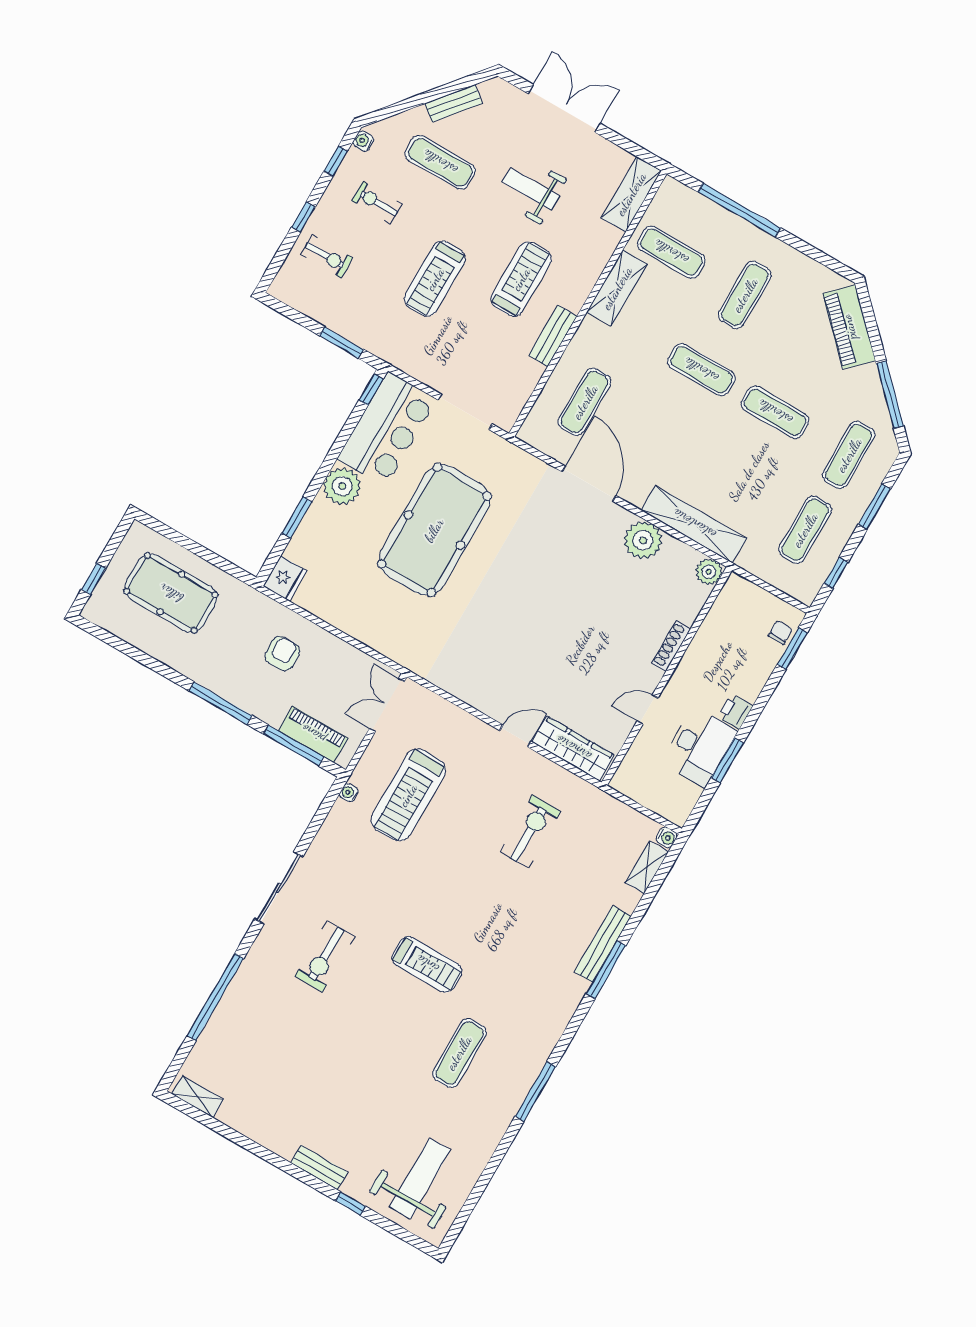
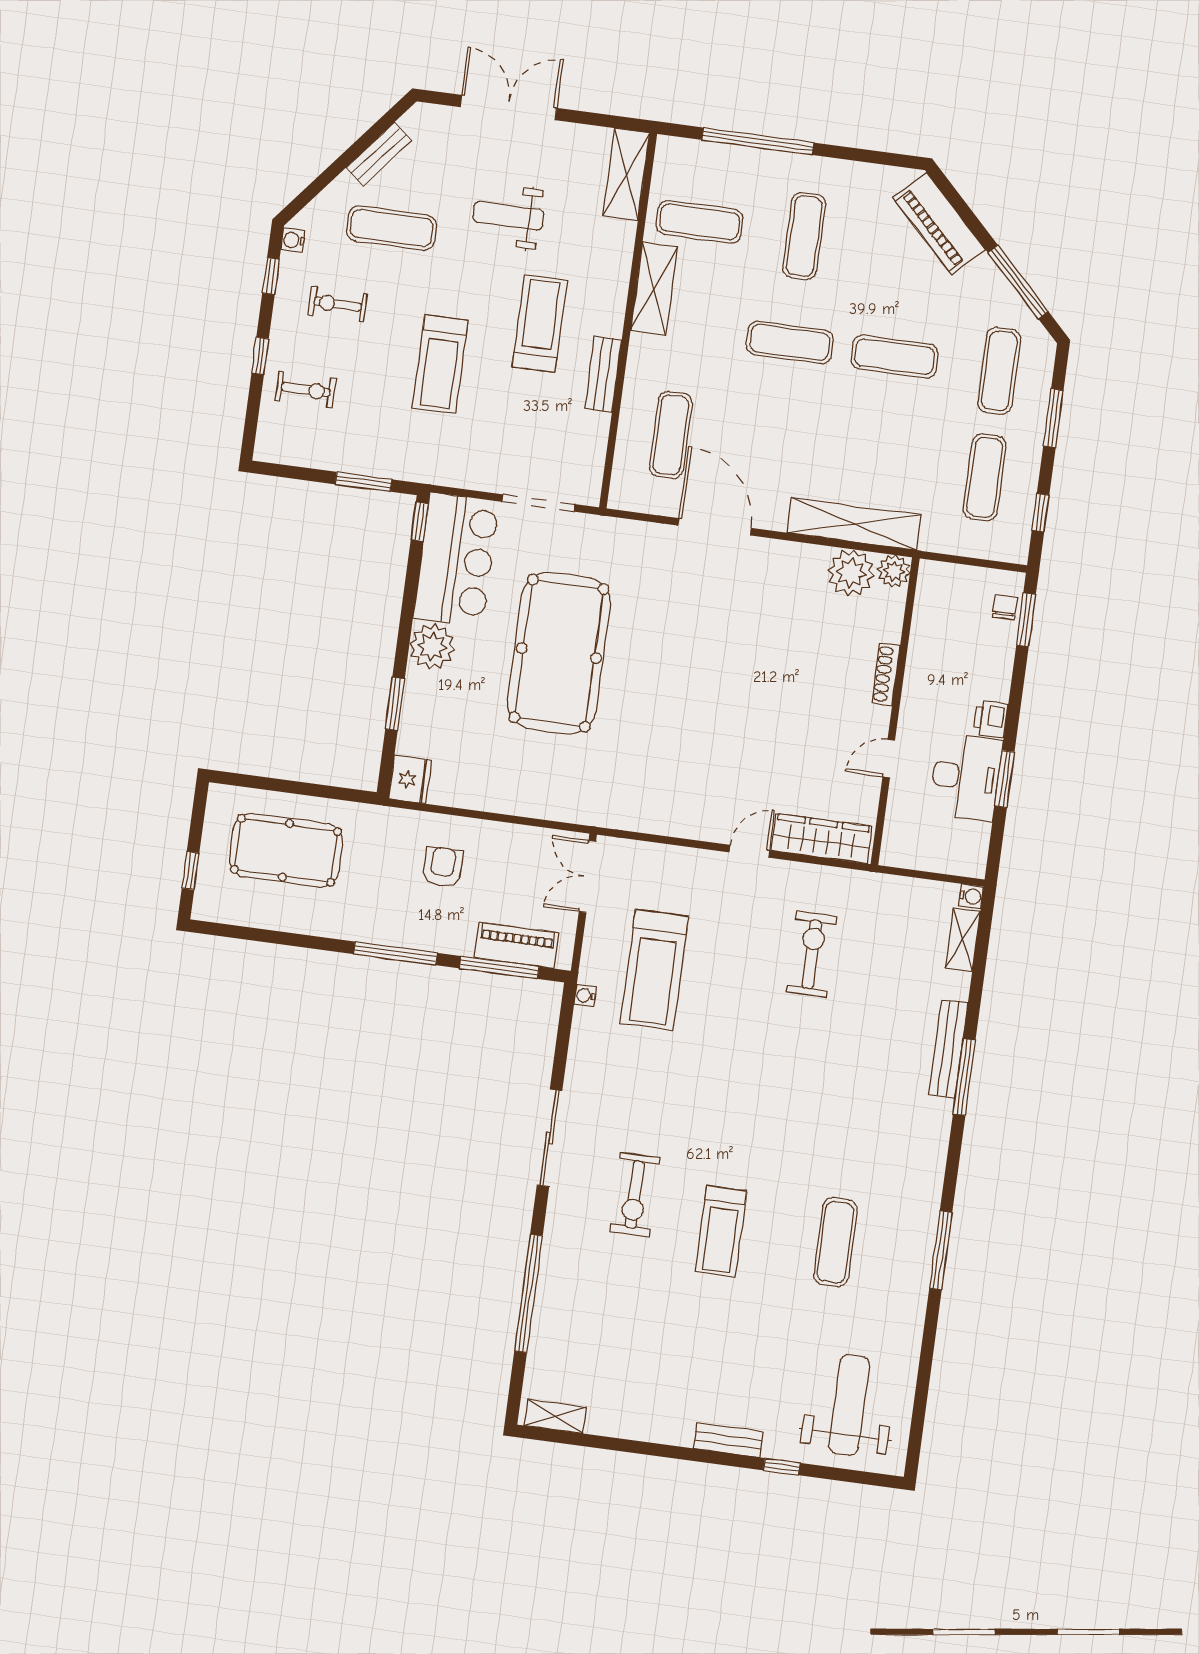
plant: (643, 540) -> (851, 573), moved
treadmill: (427, 964) -> (721, 1231), moved, turned 90

